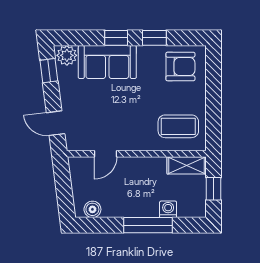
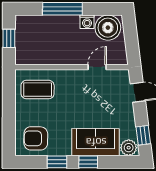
shelving: (187, 165) -> (31, 58), removed
boiler: (92, 209) -> (108, 28), width x1.86, depth x1.86
washing machine: (168, 209) -> (87, 22), moved

